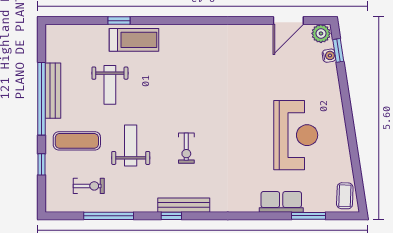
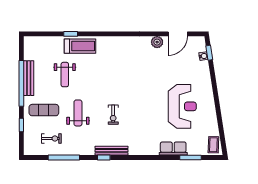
plant: (321, 33) -> (157, 42), moved

